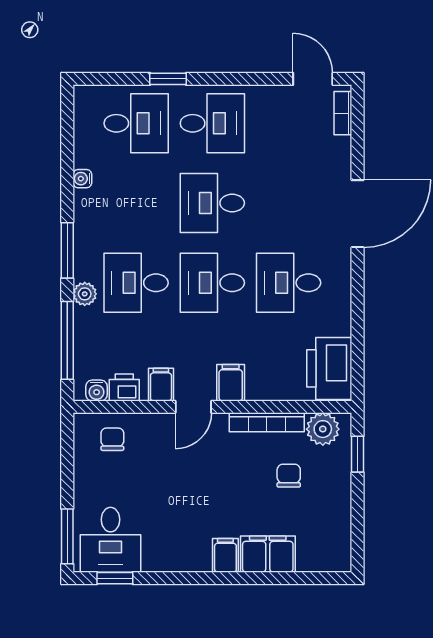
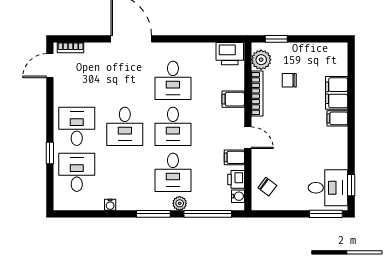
printer: (329, 368) -> (230, 54), width x0.73, depth x0.84
filing cabinet: (231, 383) -> (233, 99), moved
chair: (112, 439) -> (267, 187), turned -143

